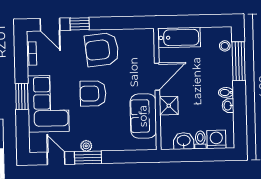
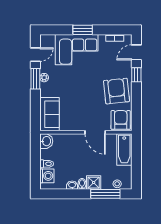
armchair: (93, 93) -> (121, 120), moved
shower: (169, 106) -> (94, 183), moved
sofa: (143, 116) -> (49, 114), moved, turned 90
washbasin: (184, 141) -> (46, 141), moved

